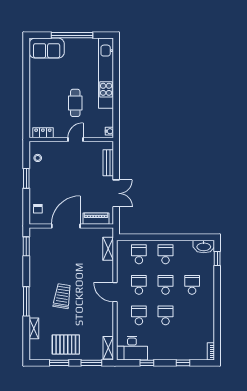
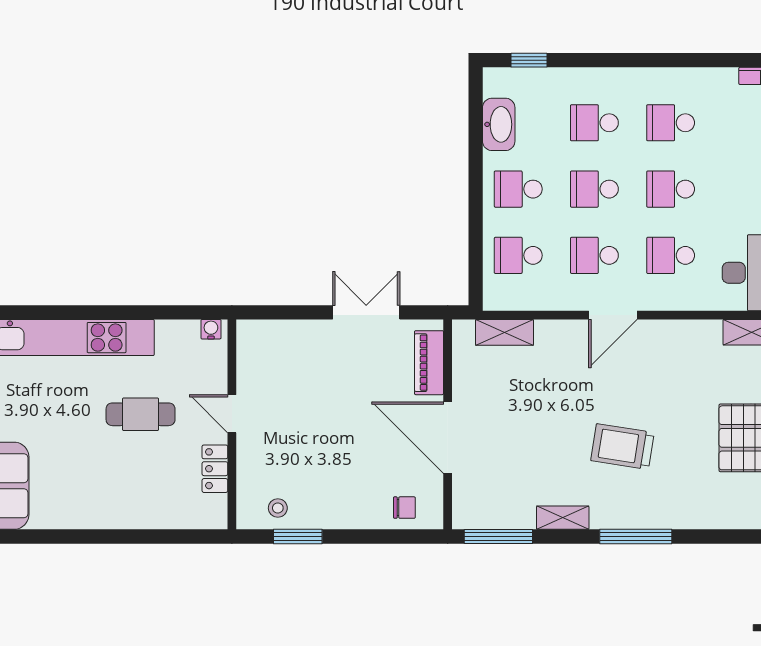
locker: (43, 133) -> (215, 469), moved
bench: (108, 163) -> (290, 332), removed
window: (26, 178) -> (298, 537), moved
window: (26, 246) -> (498, 537), width x1.44
washbasin: (204, 246) -> (499, 124), moved
school desk: (192, 315) -> (671, 123), added
shelving: (34, 328) -> (563, 518), moved

